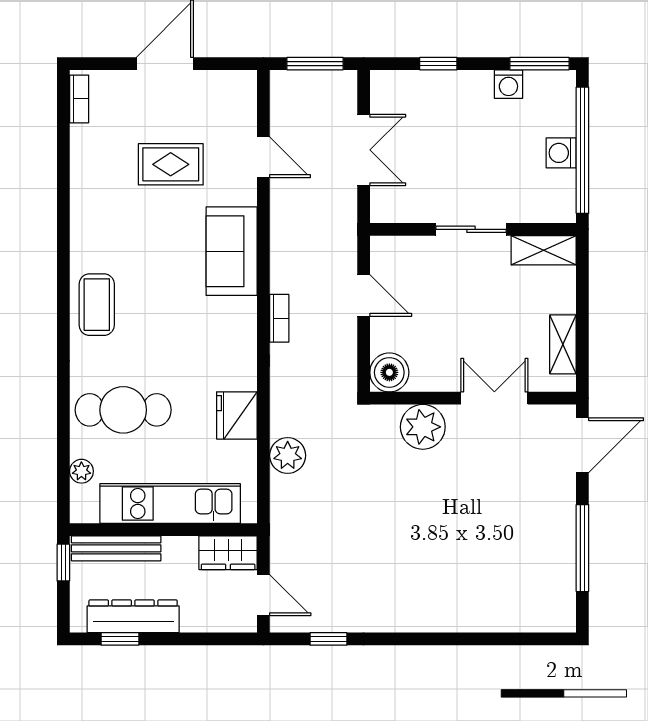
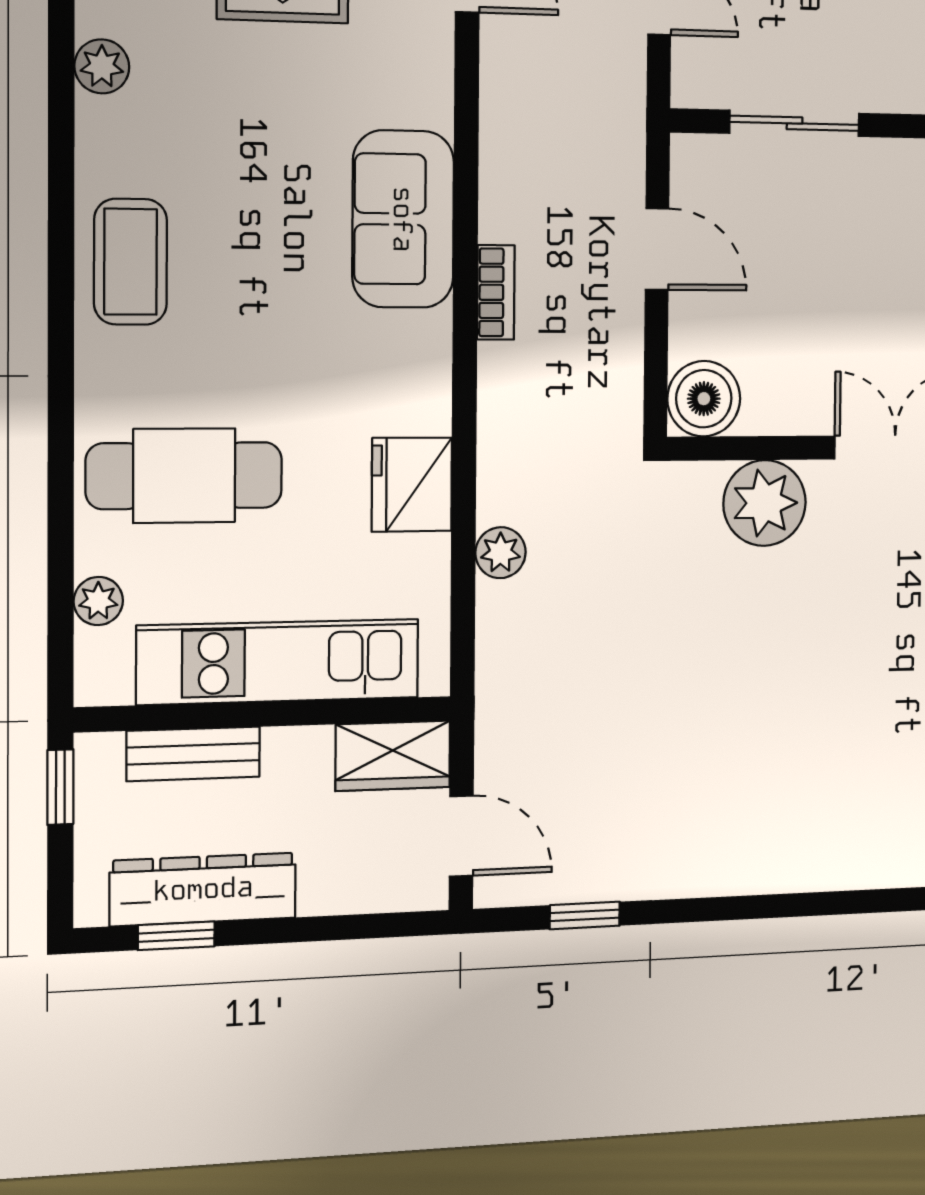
plant: (83, 210) -> (102, 66), added
sliding door: (471, 229) -> (795, 123), moved
sofa: (232, 251) -> (403, 219), moved
plant: (288, 455) -> (501, 553), width x0.73, depth x0.73
bench: (116, 548) -> (193, 754), width x0.73

